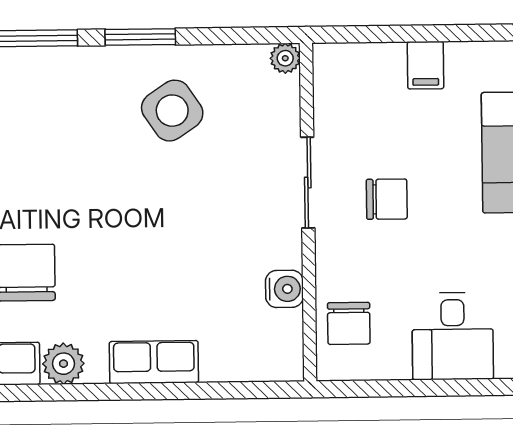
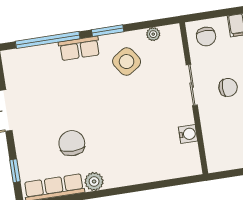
plant: (285, 58) -> (153, 34), moved
chair: (349, 323) -> (206, 37), moved
row of seats: (154, 362) -> (79, 48), moved, turned 180

